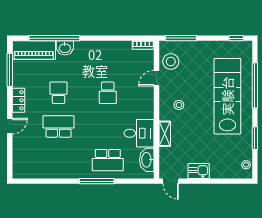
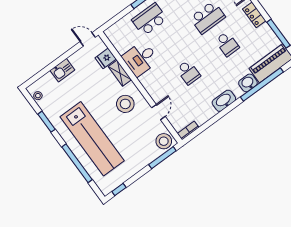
stool: (171, 61) -> (164, 141), moved
school desk: (108, 93) -> (188, 72), turned 180
stool: (179, 105) -> (125, 104), width x1.89, depth x1.89
fridge: (168, 154) -> (106, 58), added
washbasin: (147, 160) -> (224, 101), moved, turned -90
kitchen sink: (199, 171) -> (62, 70), moved

